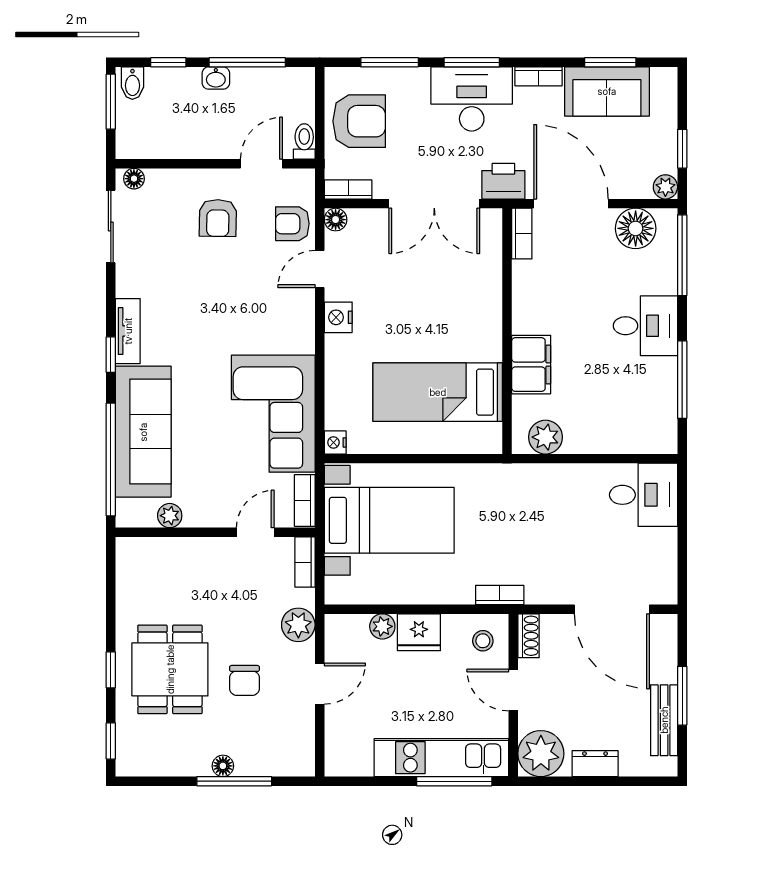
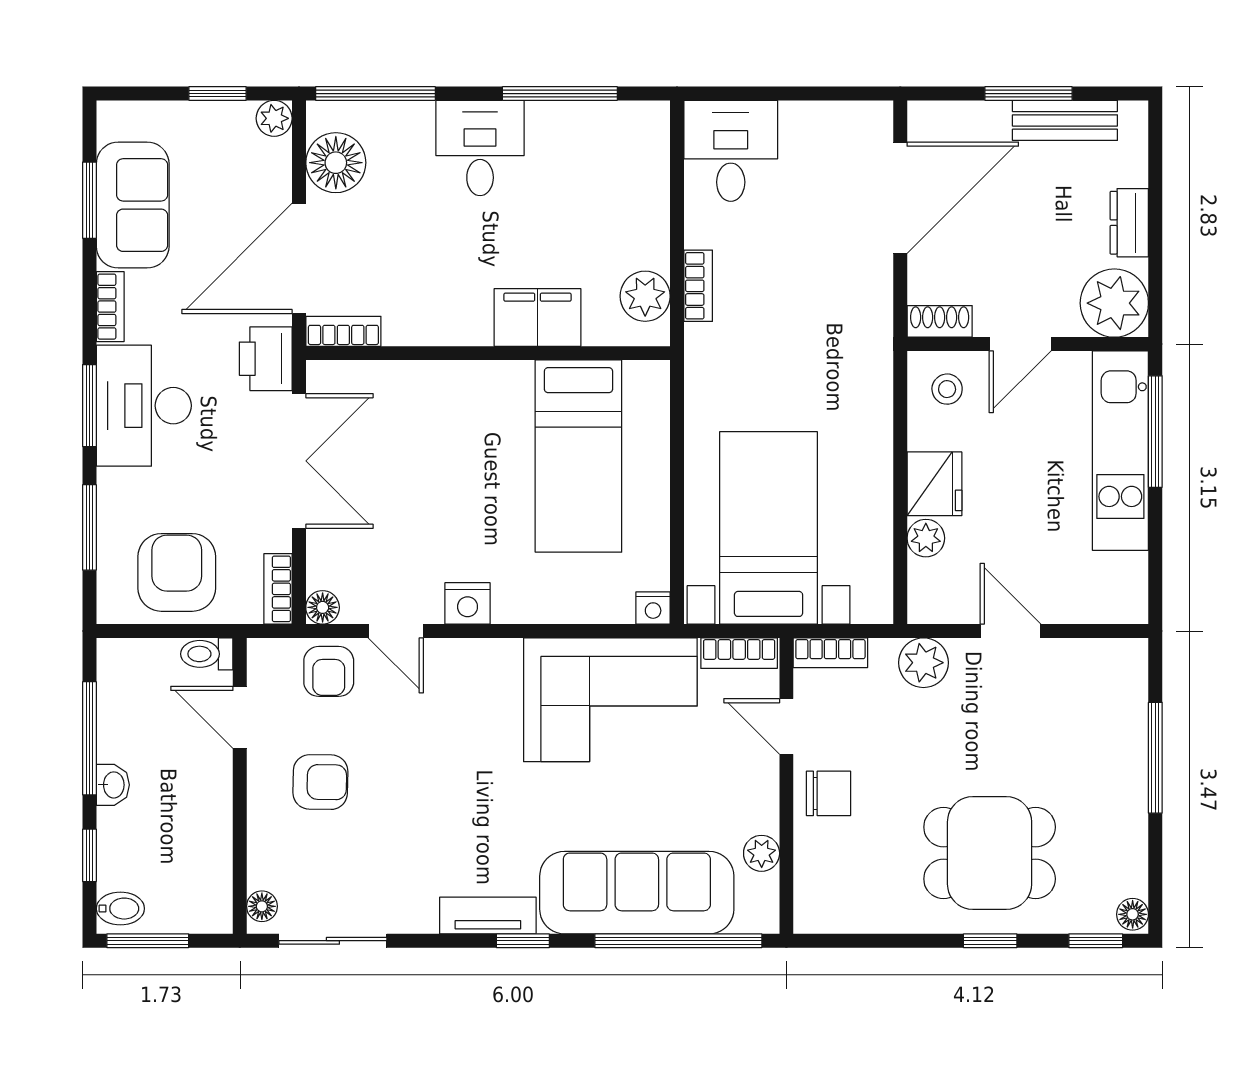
bookcase: (500, 595) -> (698, 286), moved, turned 180
chair: (244, 680) -> (829, 793), moved
floor lamp: (223, 766) -> (1133, 914), moved

